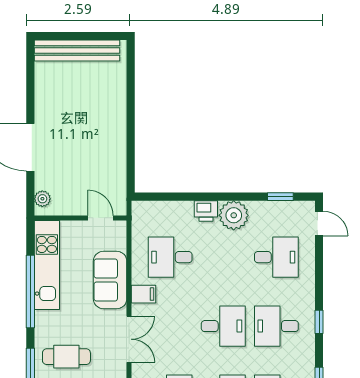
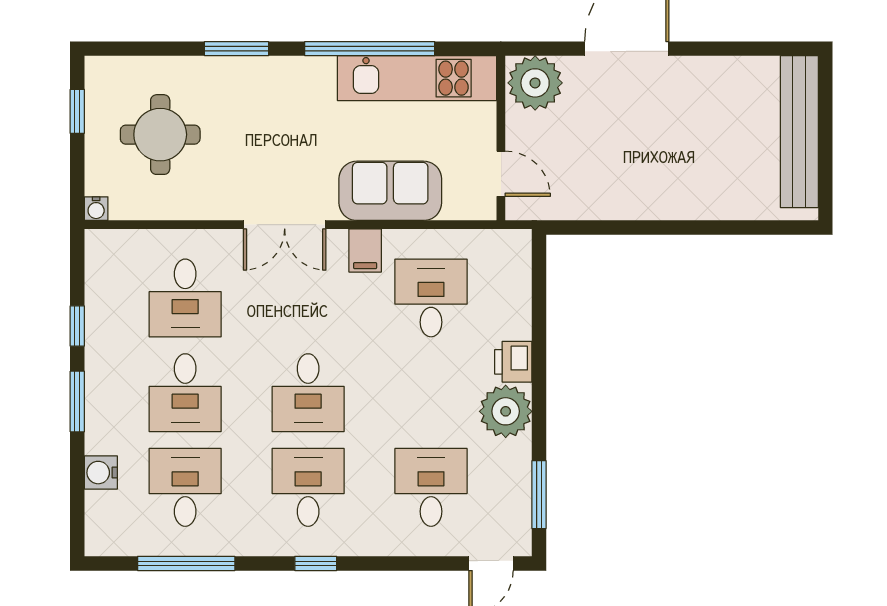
window: (280, 197) -> (539, 495), width x1.50
plant: (42, 199) -> (535, 83), width x1.87, depth x1.87
door: (100, 218) -> (501, 174), hinge flipped
desk: (276, 257) -> (431, 487), turned 180
cafe table: (66, 357) -> (253, 113), removed

